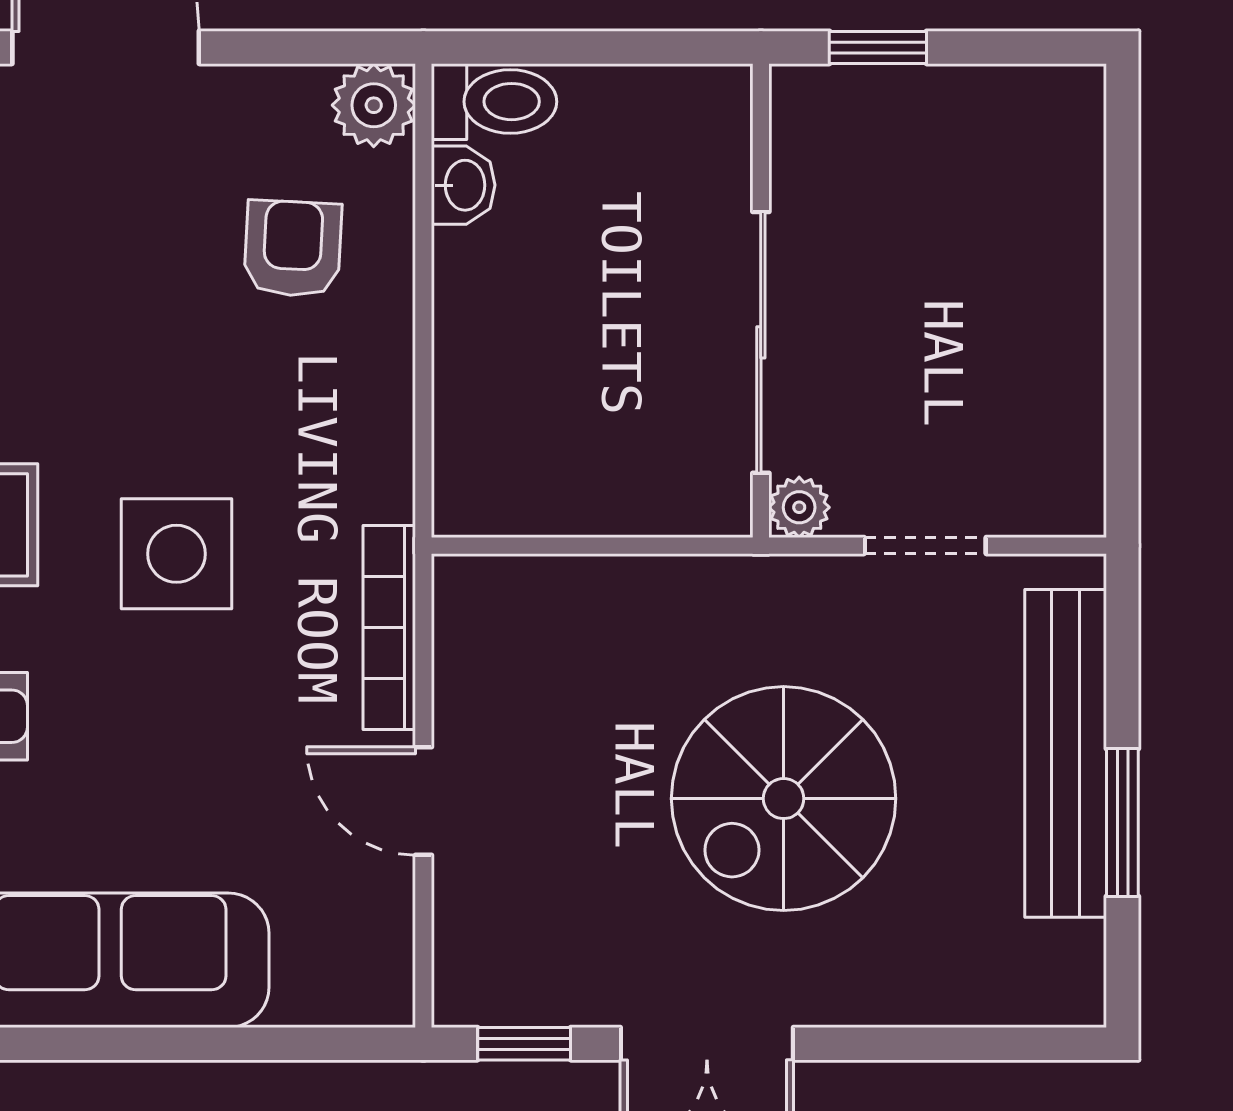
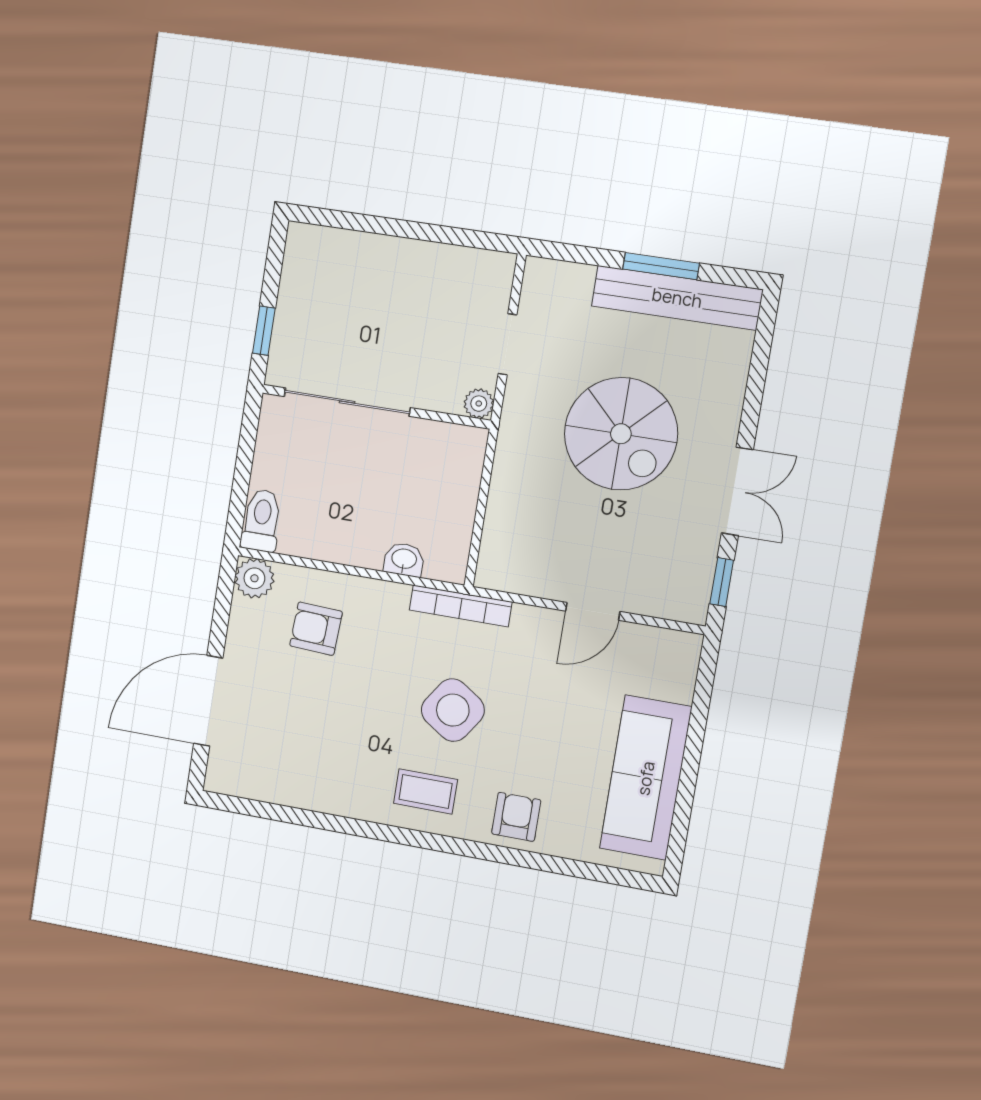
washbasin: (463, 185) -> (404, 560), moved
sliding door: (761, 342) -> (347, 402), moved
side table: (176, 554) -> (453, 710), turned 34
bookcase: (389, 628) -> (461, 606), moved
bench: (1066, 753) -> (677, 298), moved

